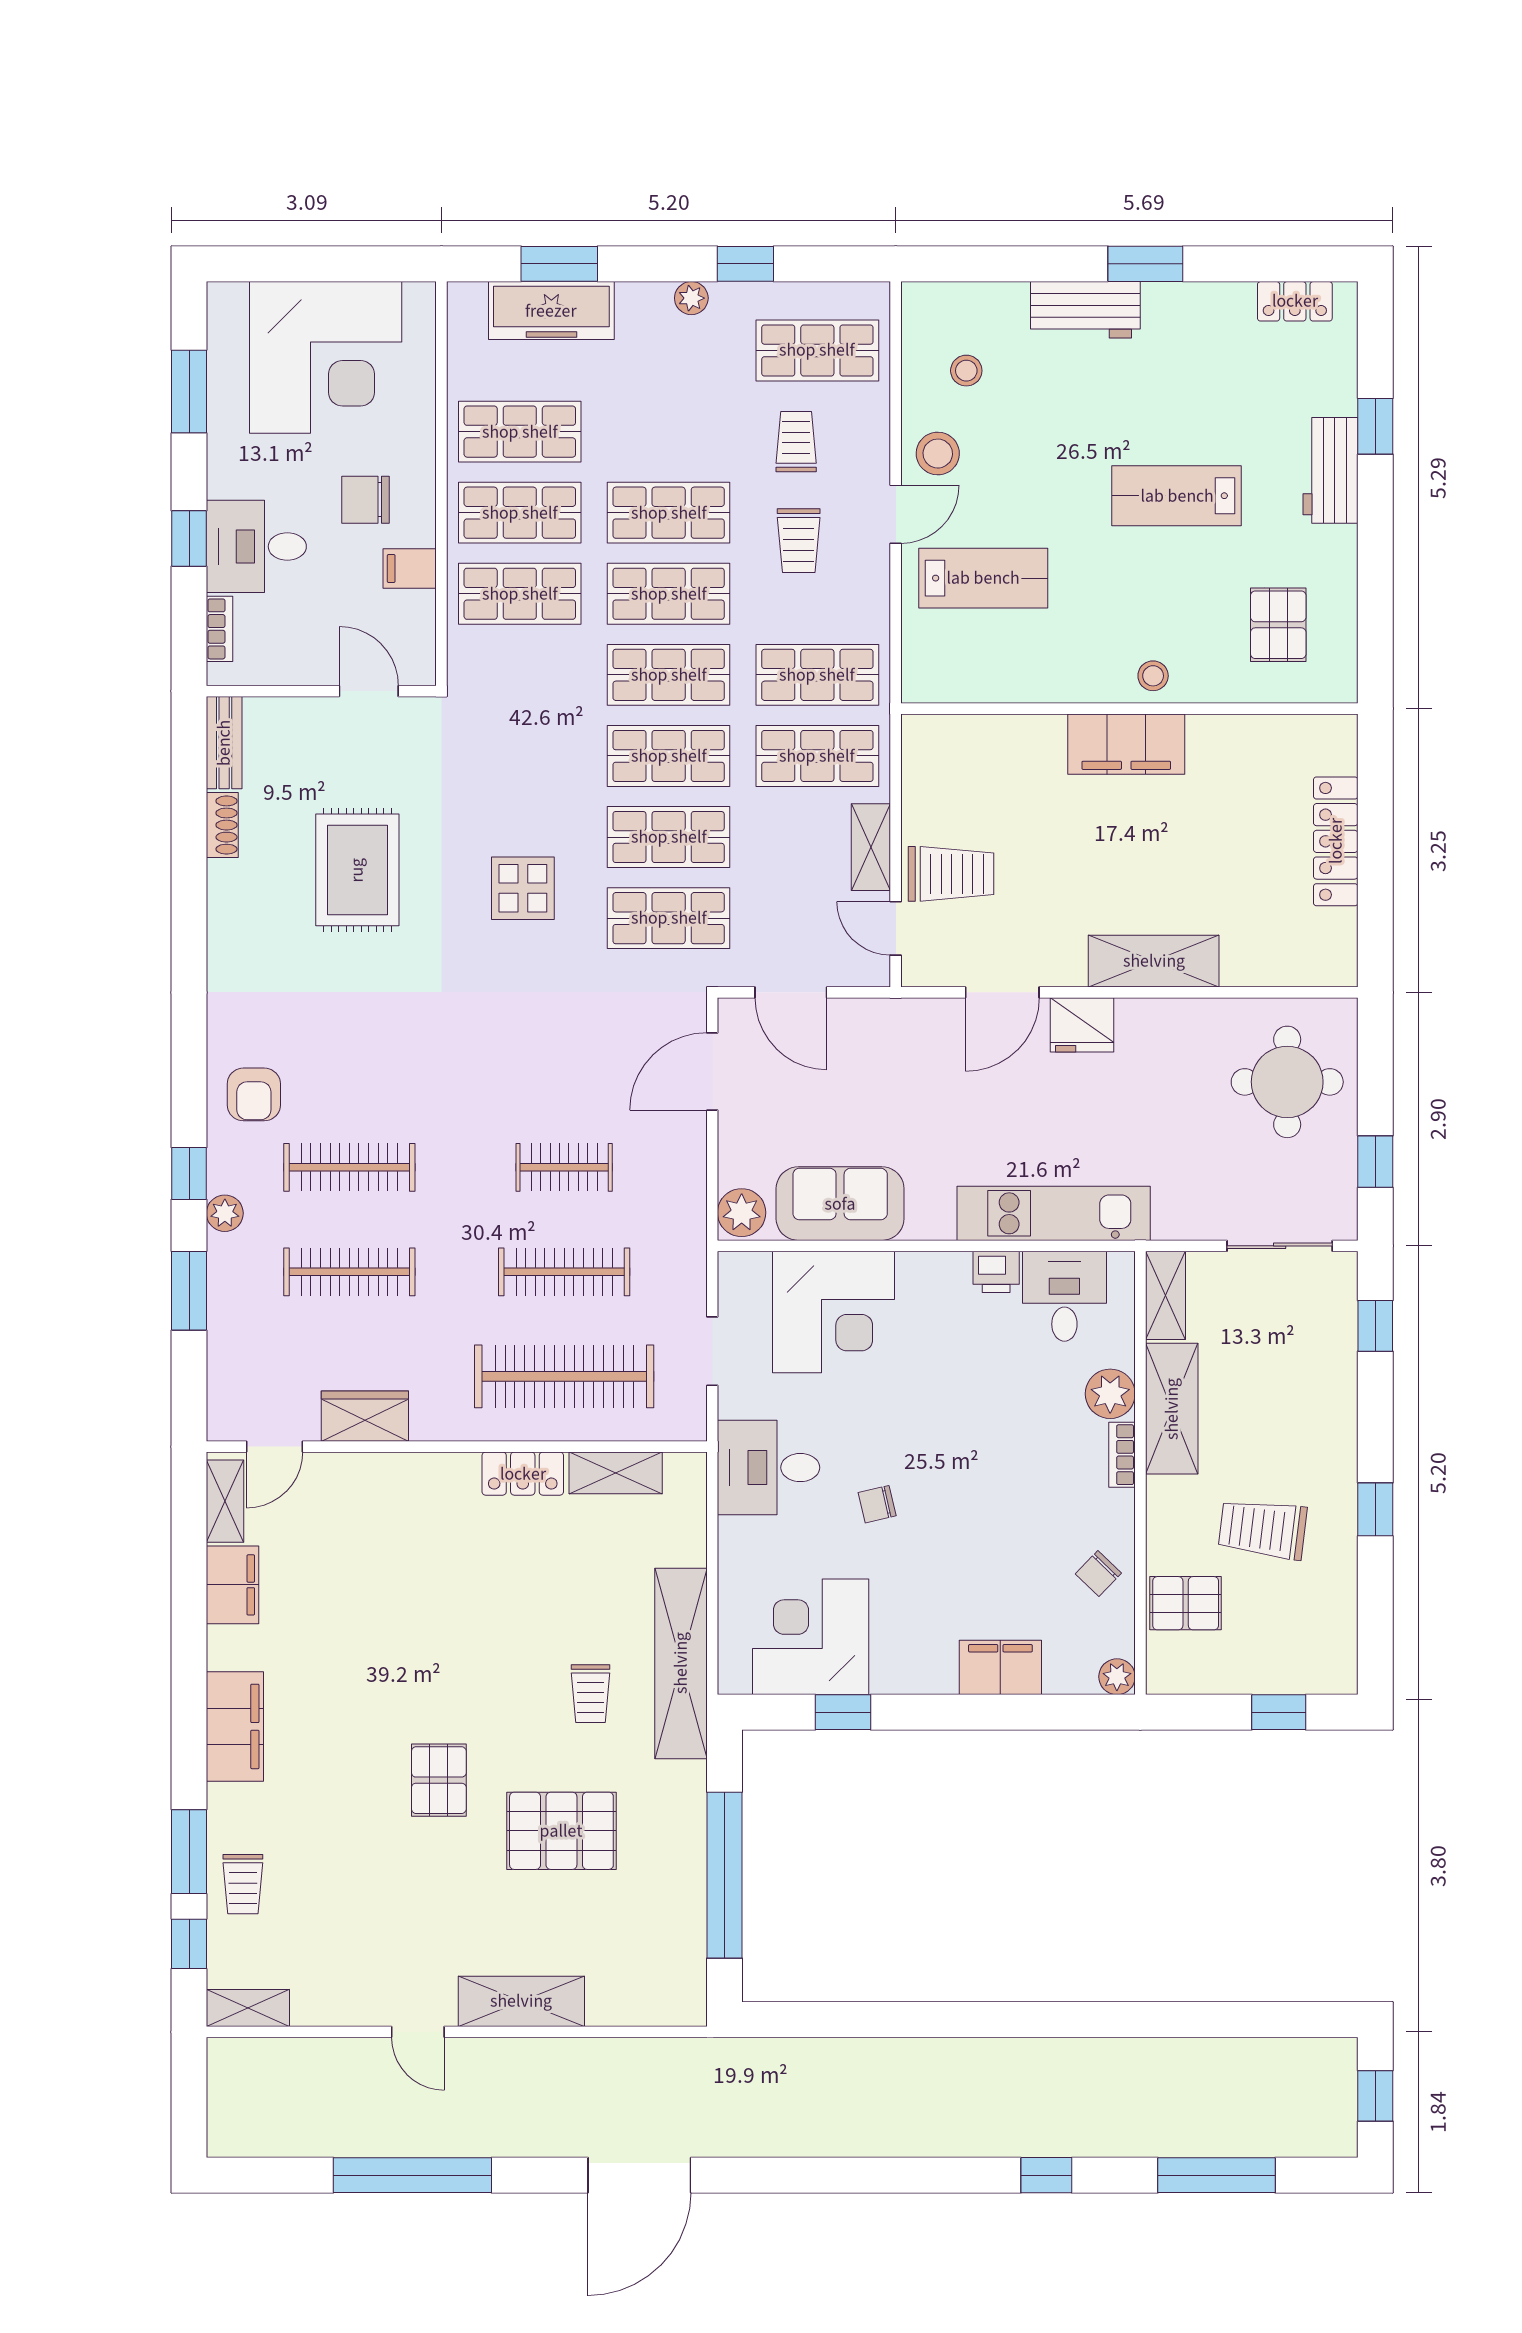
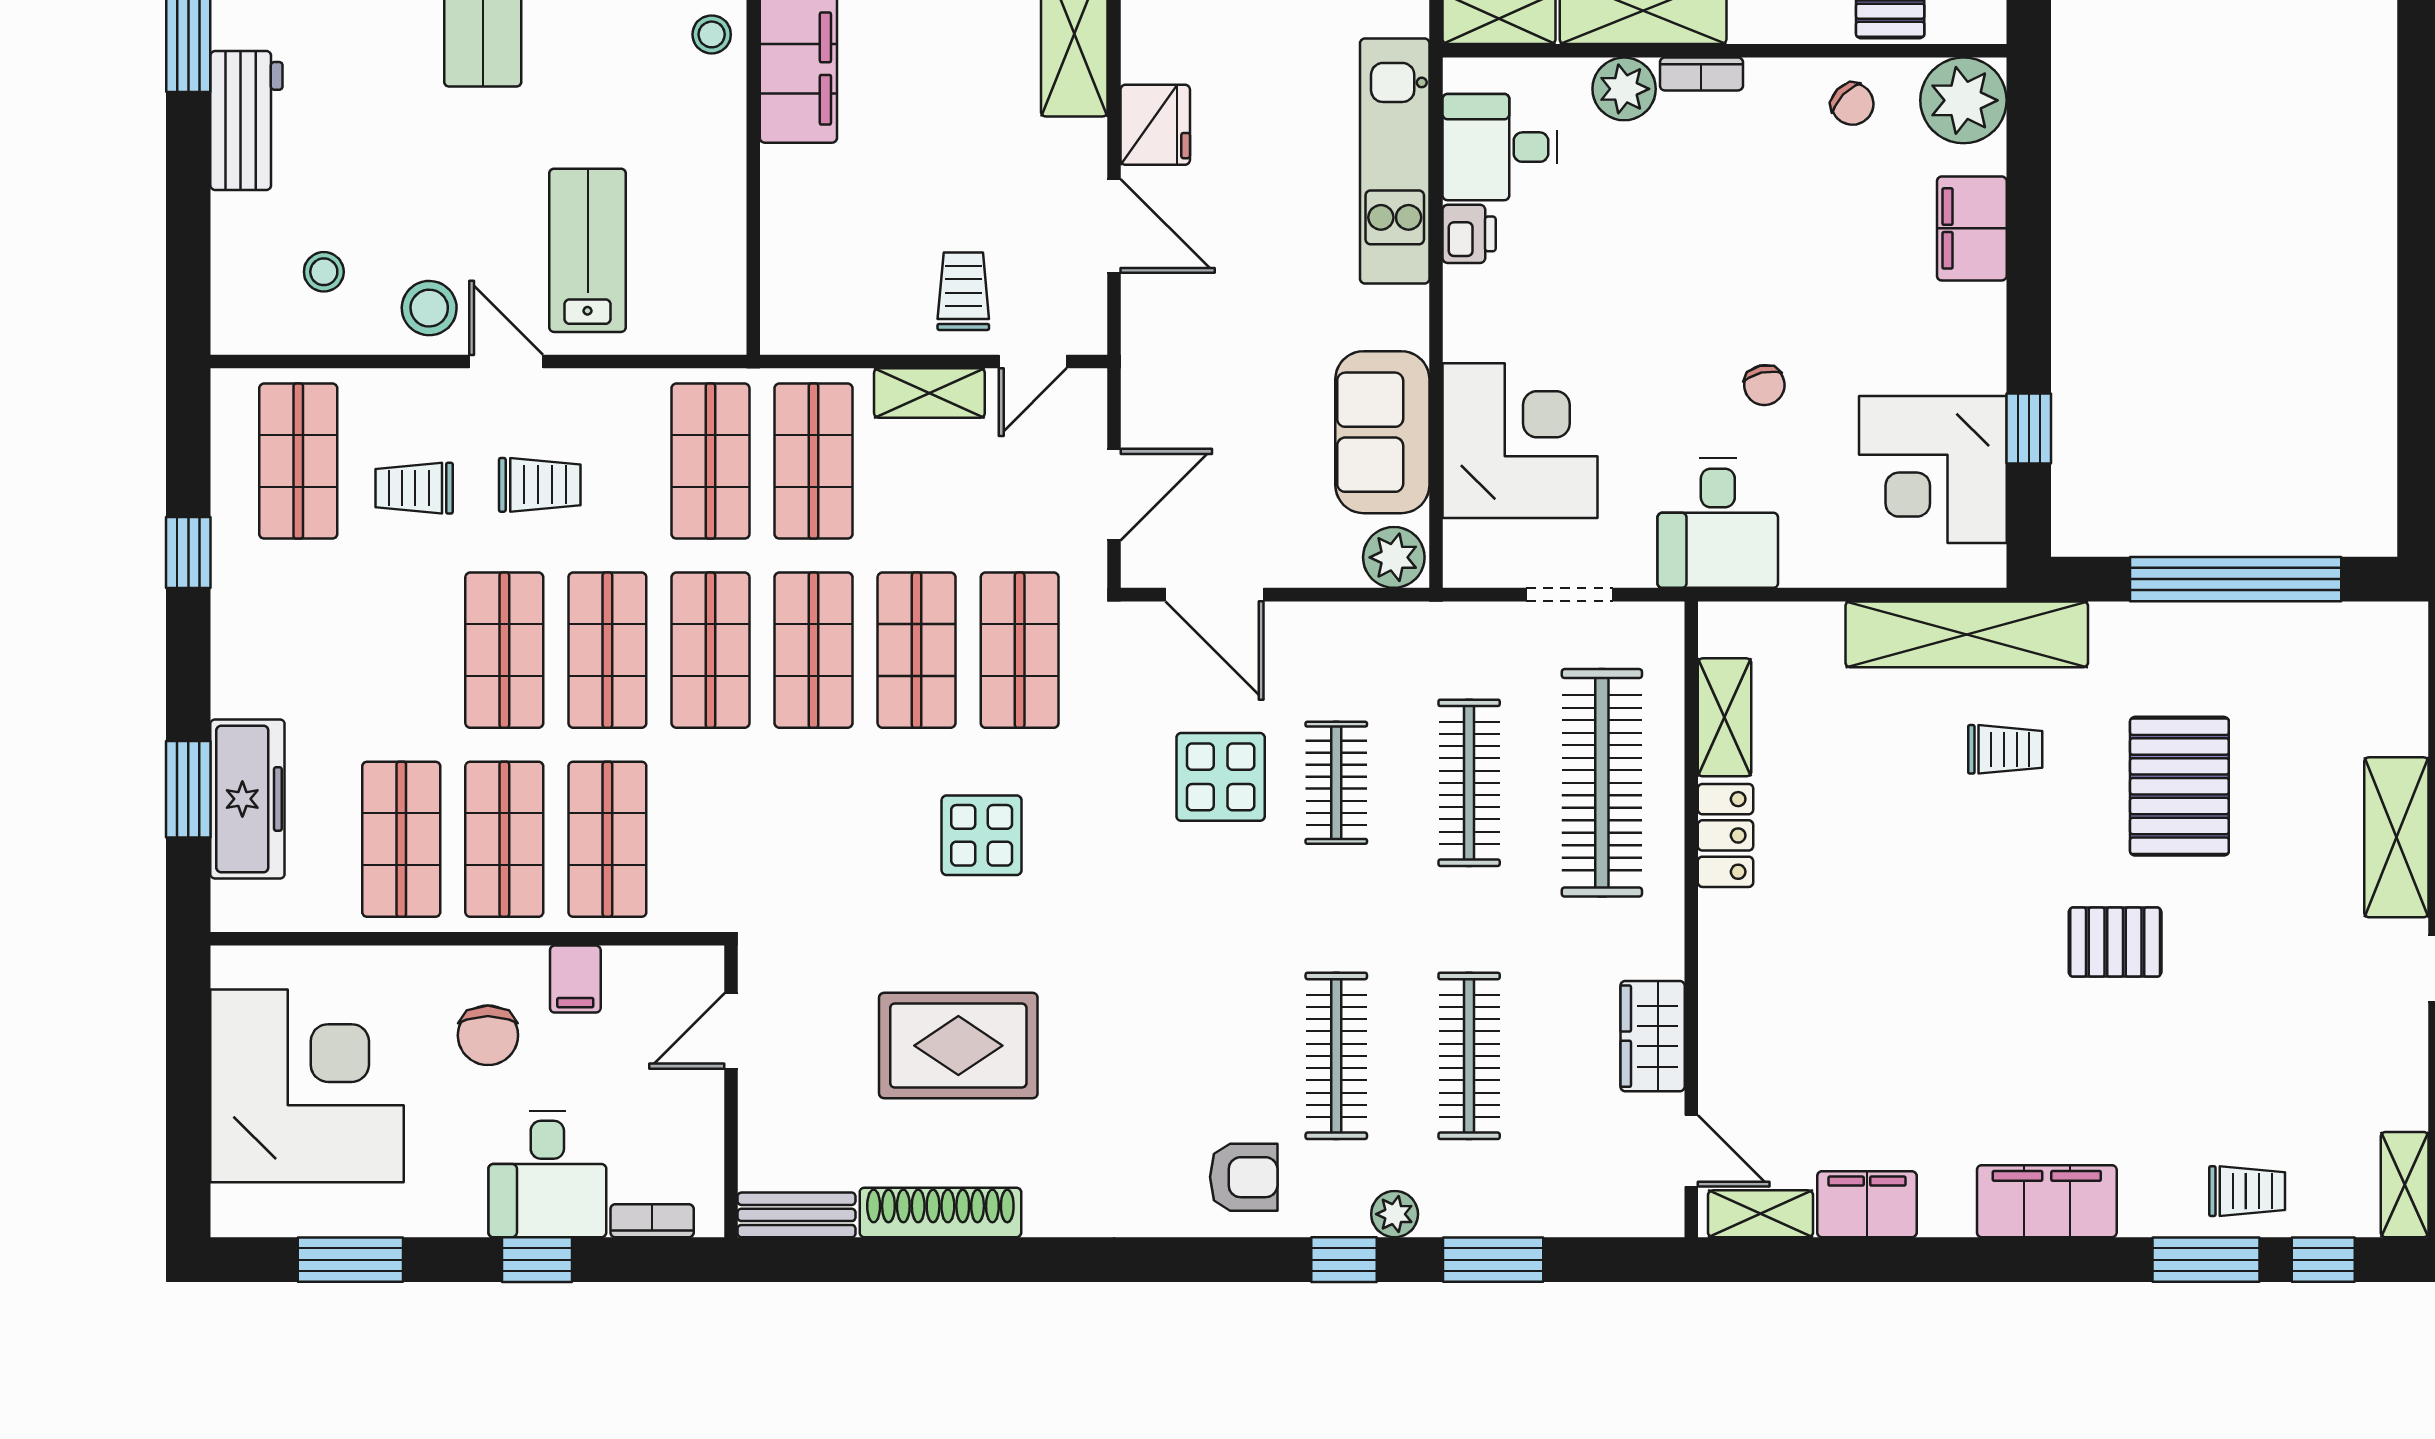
plant: (691, 298) -> (232, 621), removed
shoe rack: (222, 825) -> (940, 1212), width x1.94, depth x1.24
trolley: (951, 874) -> (963, 291), width x0.73, depth x0.72
display table: (569, 1076) -> (1221, 777), added
plant: (1117, 1677) -> (1963, 100), width x1.88, depth x1.88

